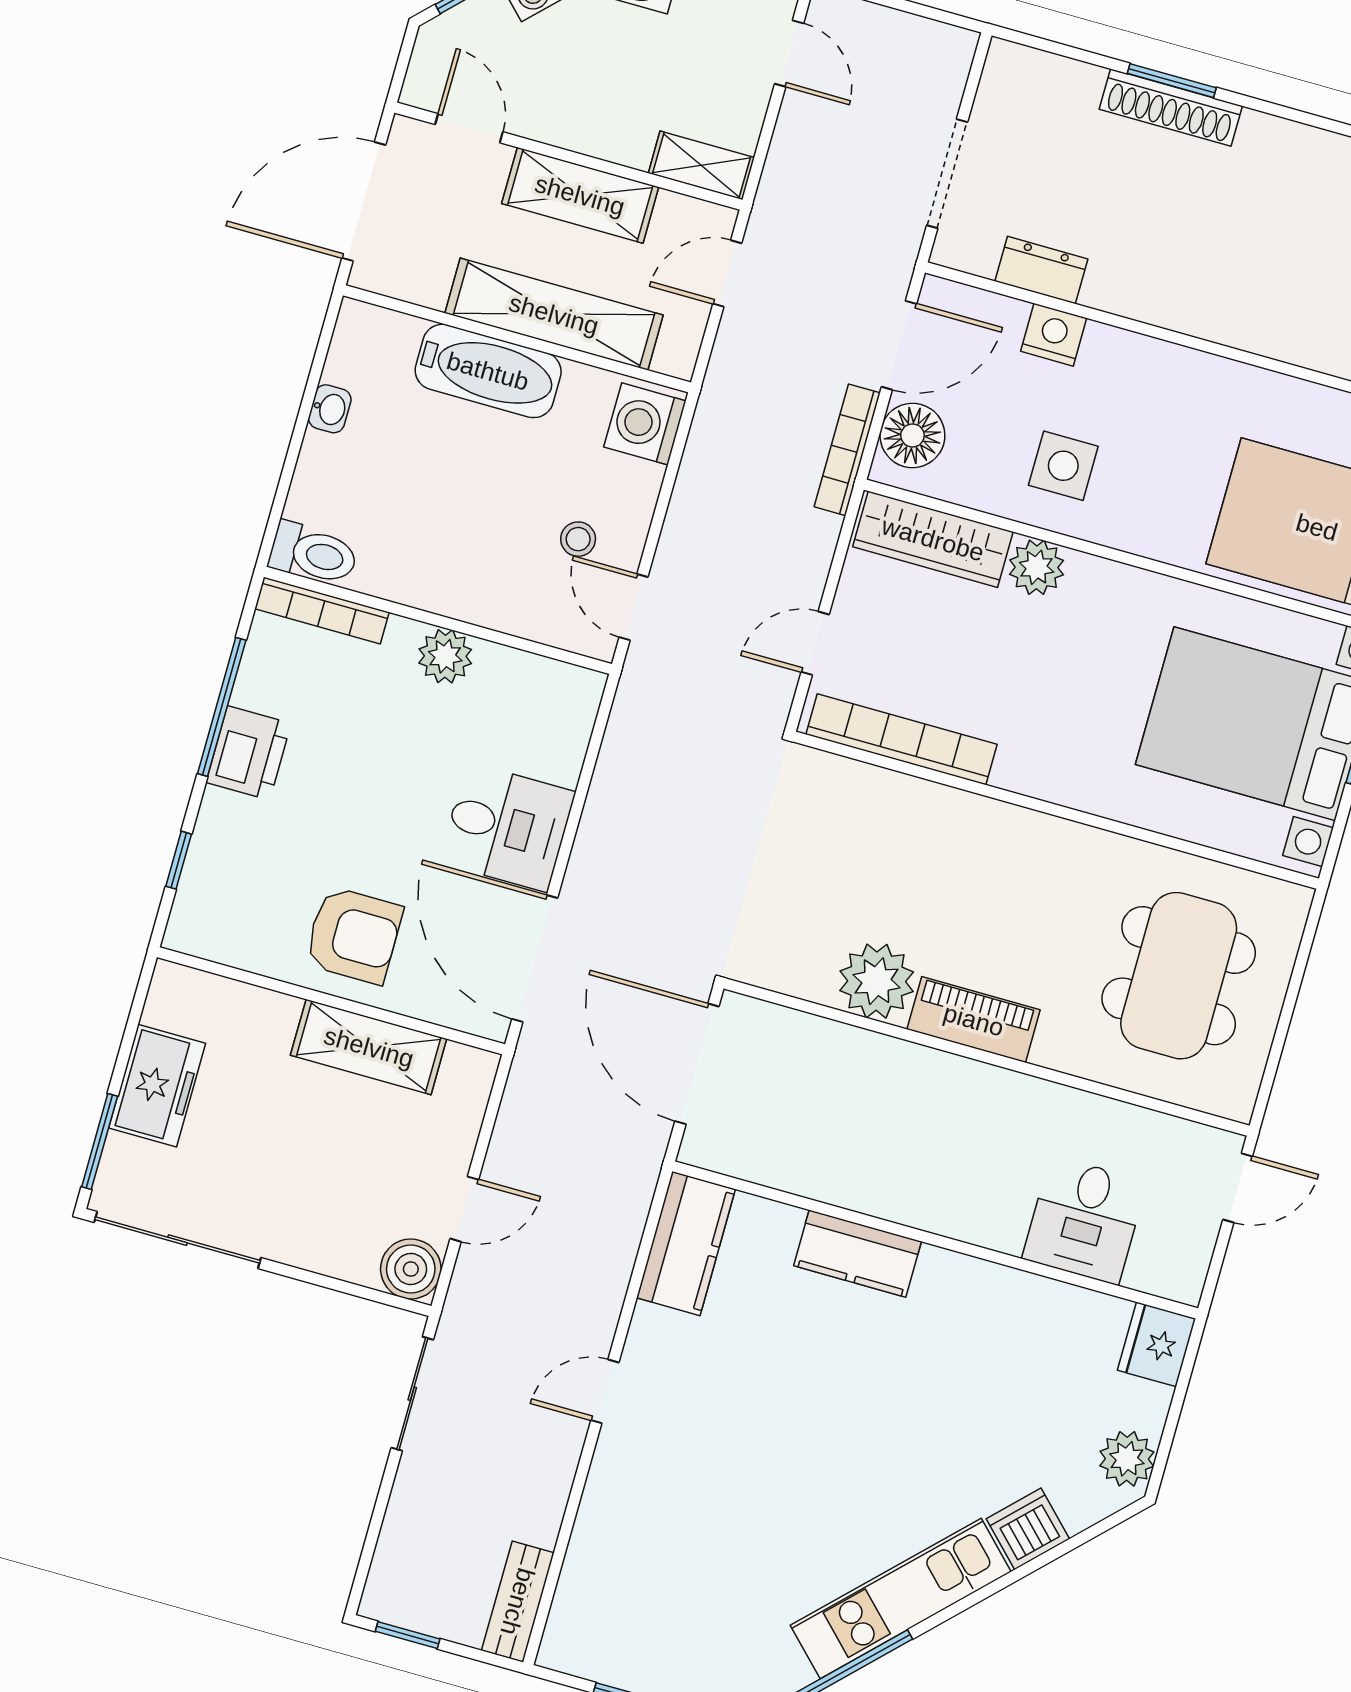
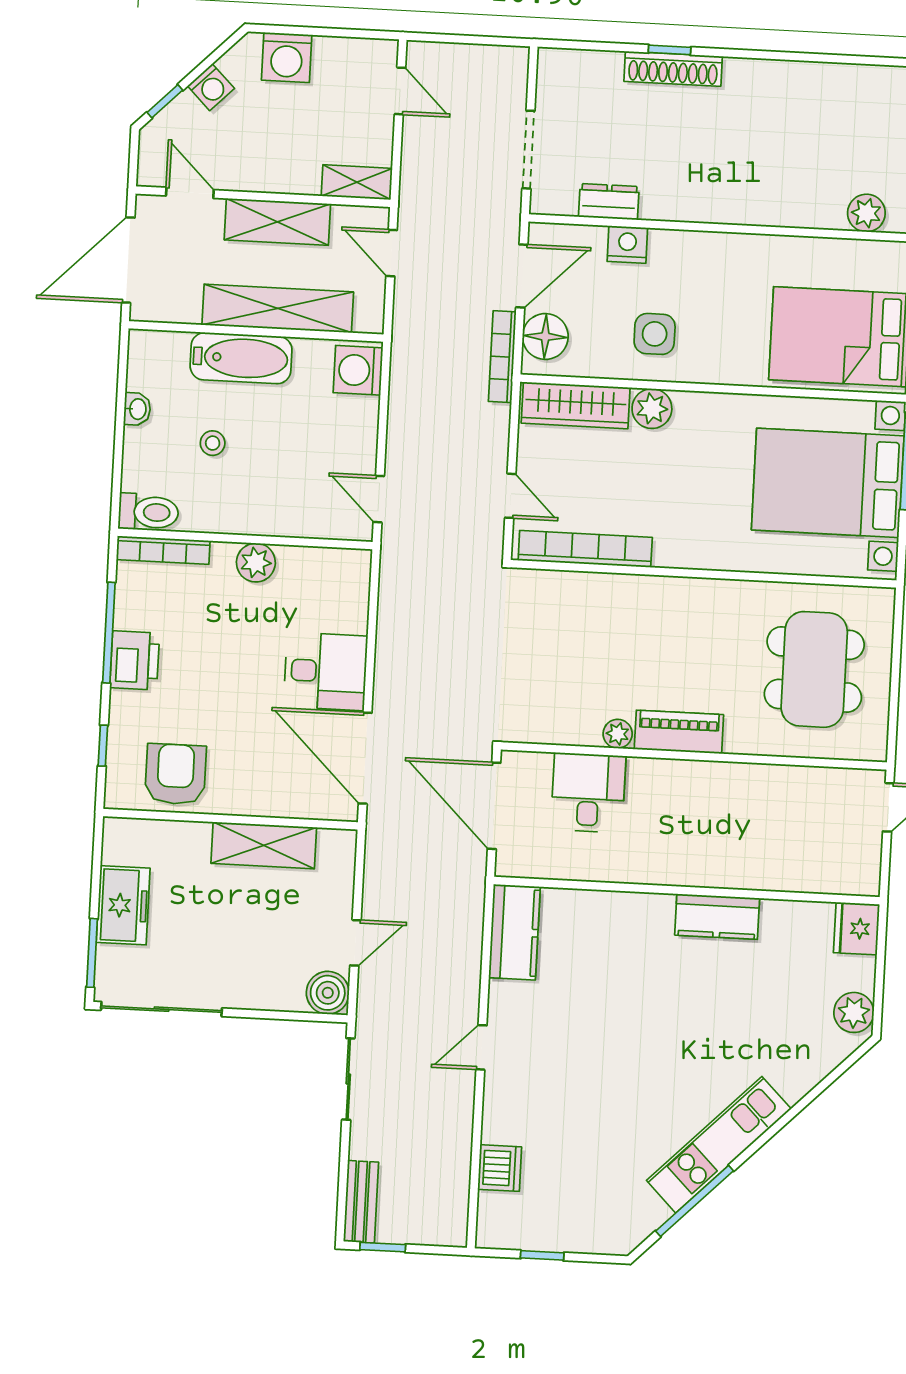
window: (1172, 81) -> (670, 50), width x0.67
door: (727, 273) -> (392, 253), hinge flipped
stool: (578, 539) -> (213, 443), moved
door: (815, 643) -> (510, 496), swing flipped
armchair: (354, 935) -> (176, 774), moved, turned -90
plant: (877, 981) -> (618, 734), width x0.53, depth x0.53
desk: (1084, 1220) -> (588, 793), moved, turned 180
kitchen counter: (857, 1254) -> (717, 917), moved
dishwasher: (1028, 1529) -> (500, 1168), moved, turned 135
bench: (518, 1602) -> (361, 1202), moved

